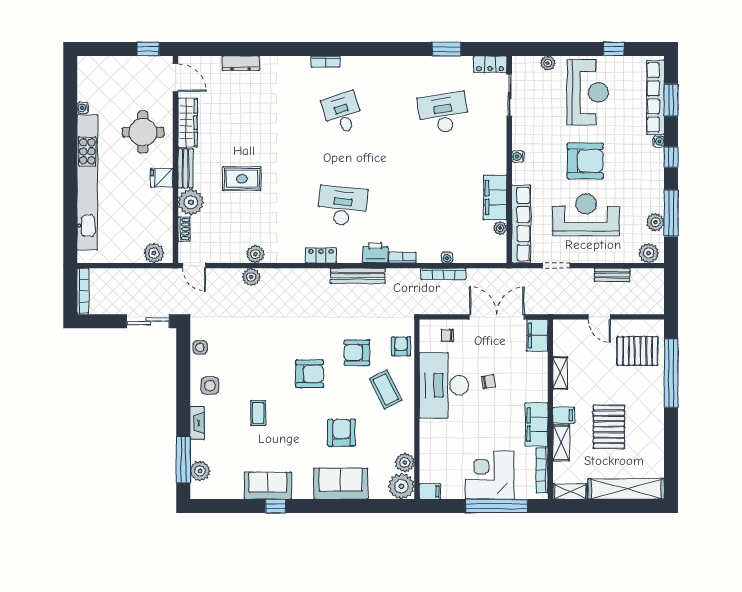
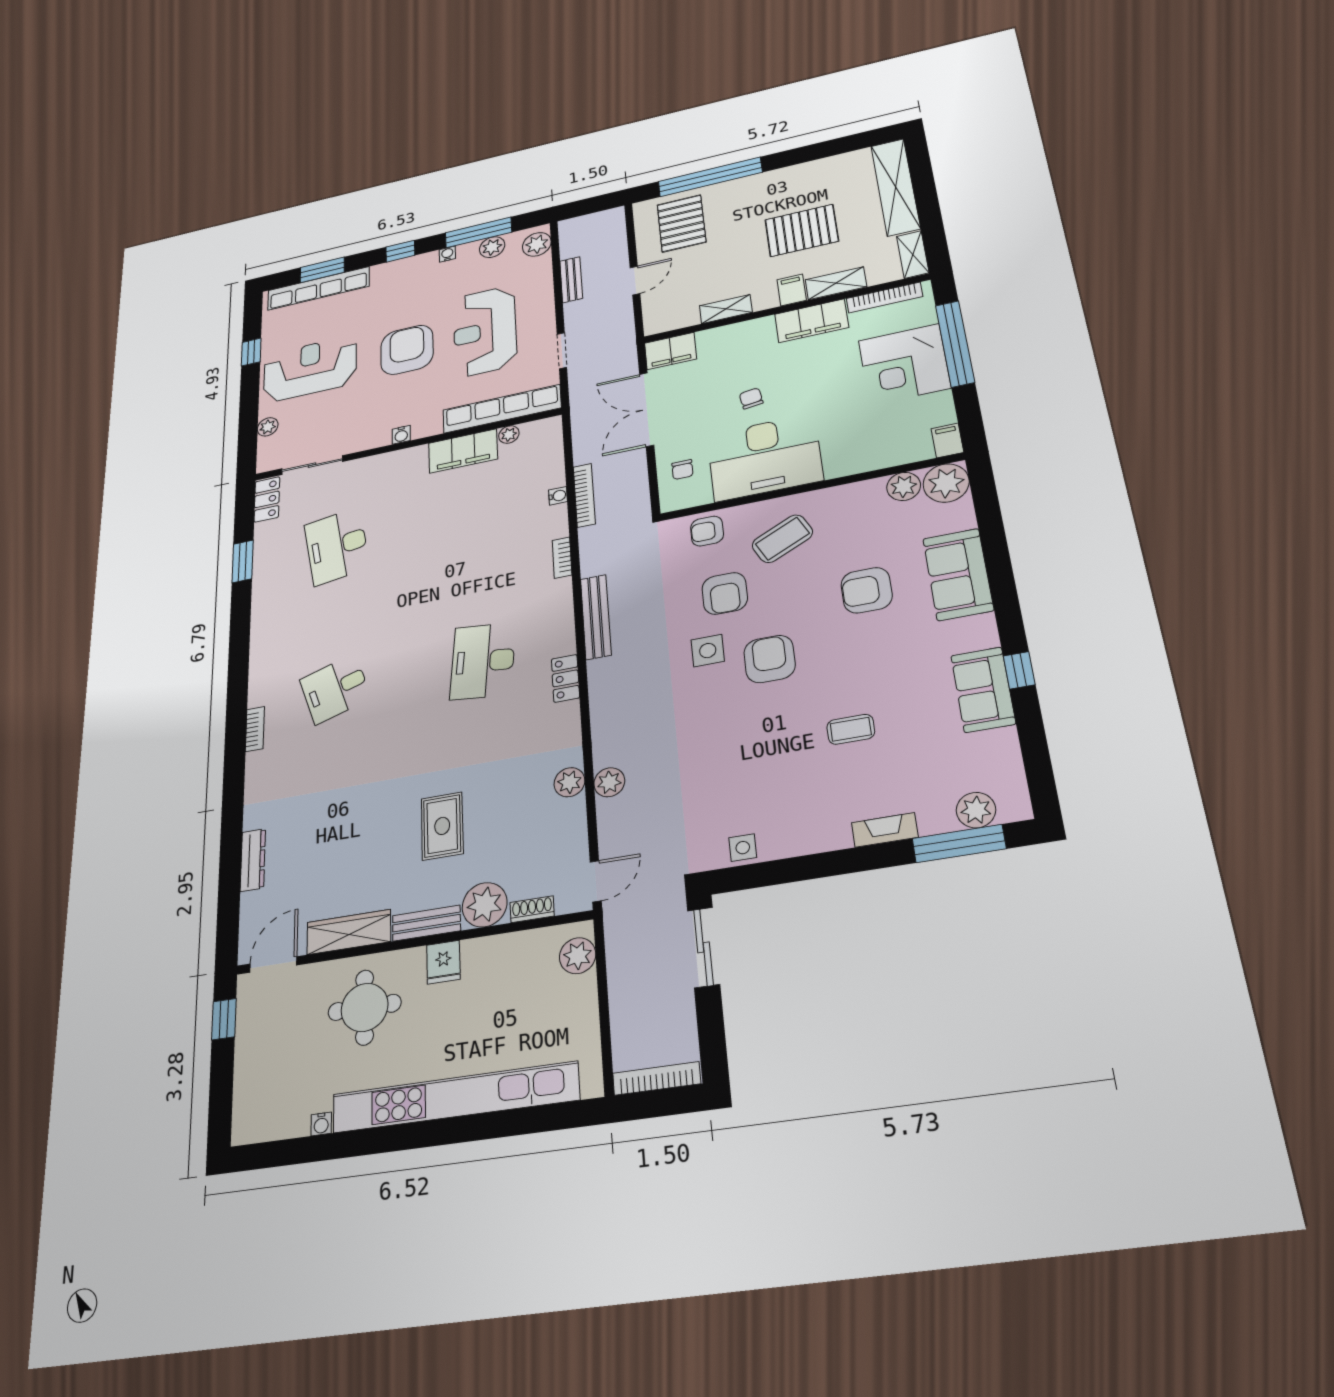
water cooler: (659, 141) -> (447, 254), moved
printer: (375, 253) -> (557, 598), removed
side table: (210, 386) -> (708, 651), moved

